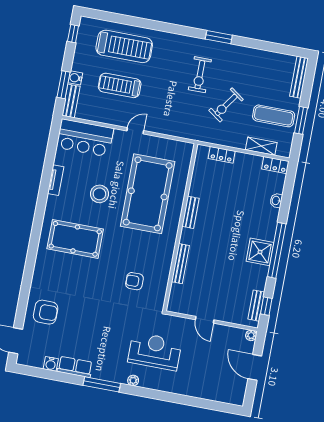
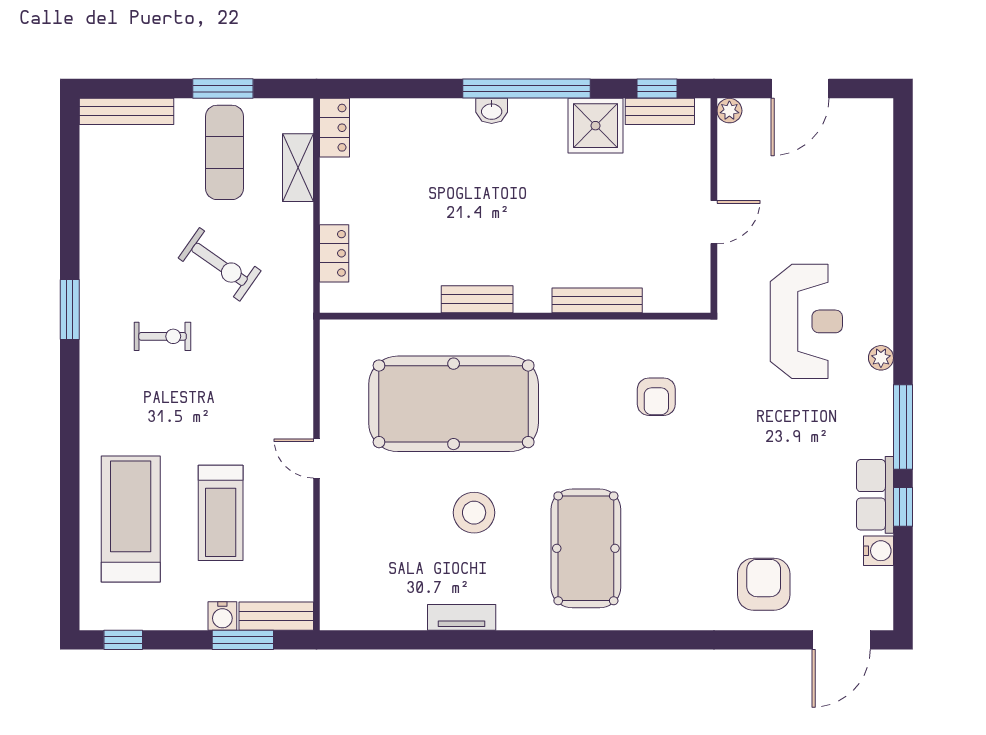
exercise bike: (200, 75) -> (163, 336), width x0.73, depth x0.72
bar counter: (85, 138) -> (354, 569), removed
washbasin: (276, 201) -> (492, 111), moved
shower: (260, 252) -> (595, 126), moved
reception desk: (155, 351) -> (806, 321), turned 180
window: (68, 378) -> (903, 507), added

